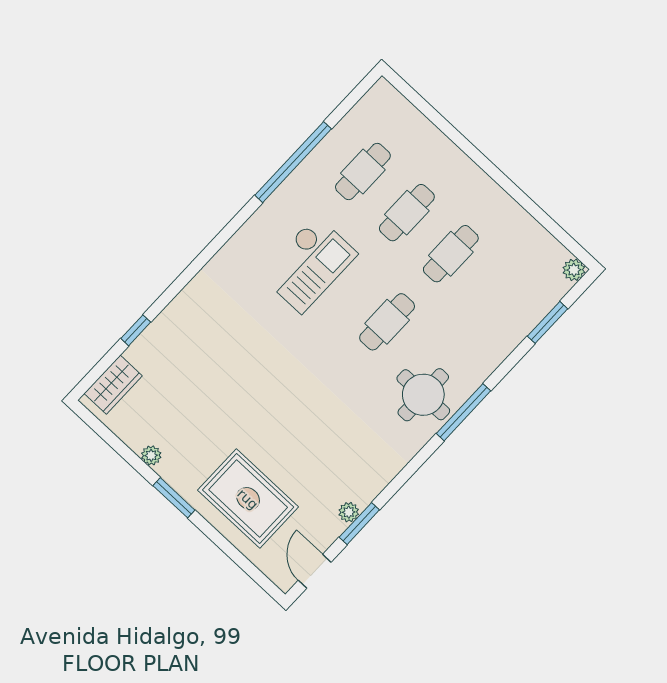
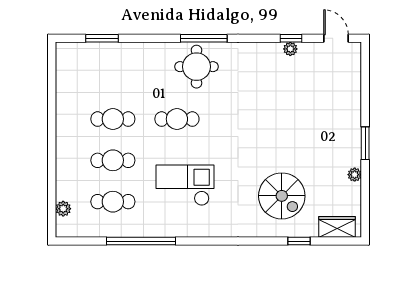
plant: (574, 270) -> (63, 209), moved
spiral stairs: (201, 357) -> (282, 196), added
window: (463, 412) -> (204, 38), moved
rug: (248, 499) -> (331, 106), removed
window: (359, 524) -> (291, 38), width x0.67
door: (315, 571) -> (336, 38), swing flipped

